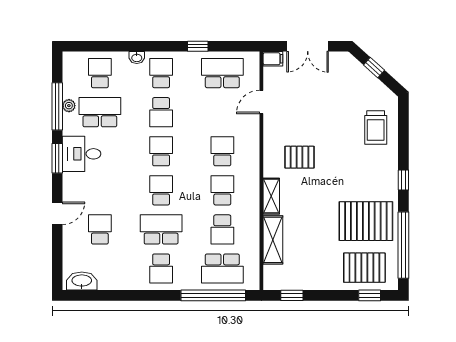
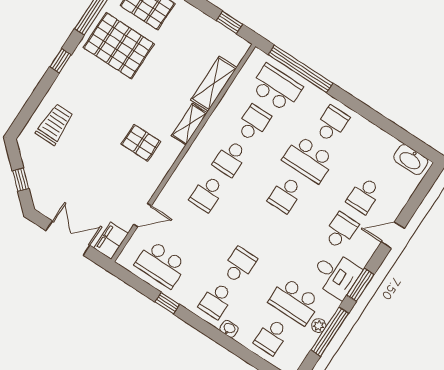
filing cabinet: (273, 59) -> (111, 241), width x2.00
school desk: (161, 151) -> (341, 231), moved, turned 180

